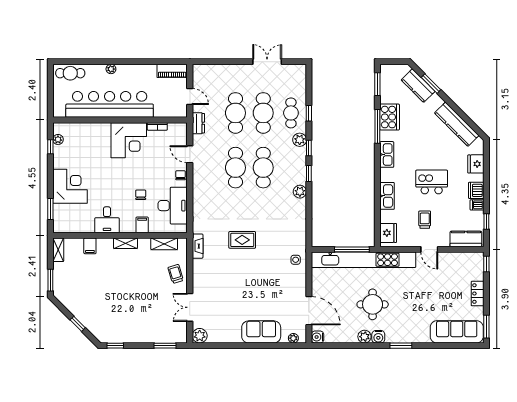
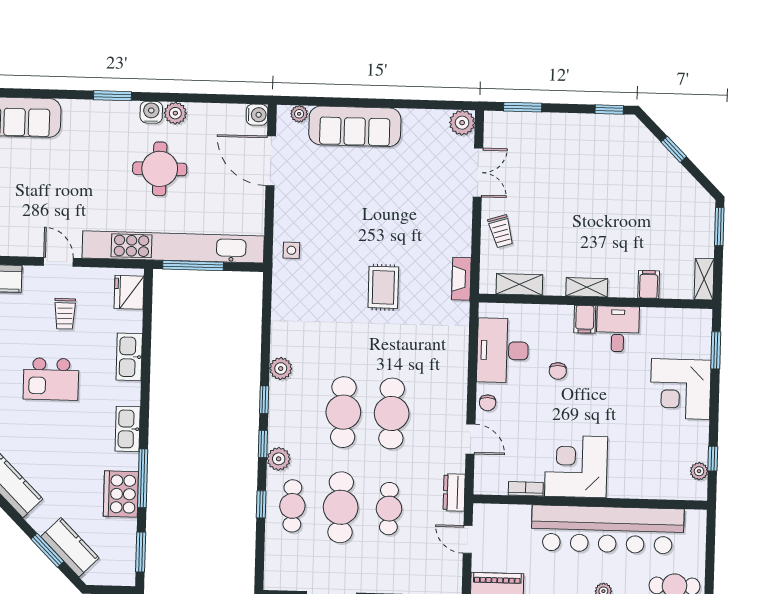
cafe table: (235, 113) -> (389, 509), width x0.73, depth x0.74
filing cabinet: (142, 225) -> (585, 319), moved
rug: (242, 240) -> (383, 287), turned 90
sofa: (261, 332) -> (355, 126), width x1.36

